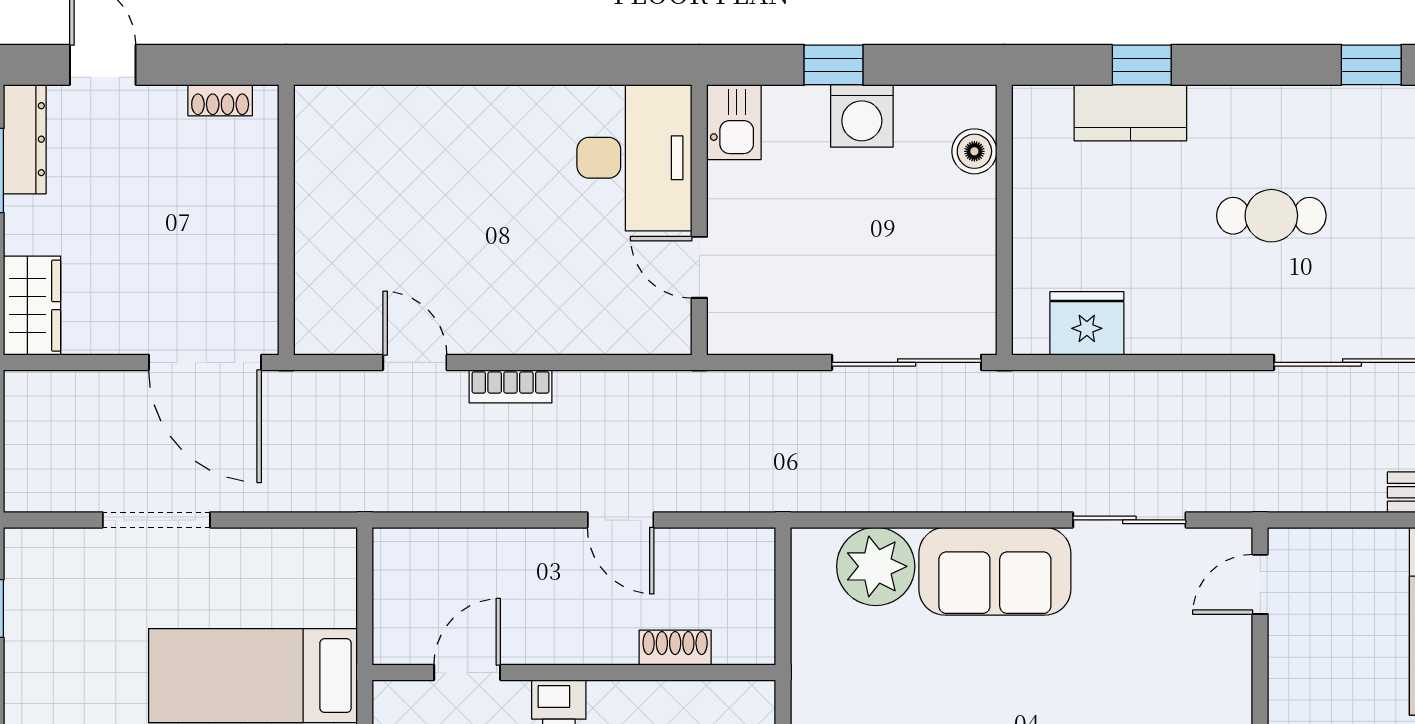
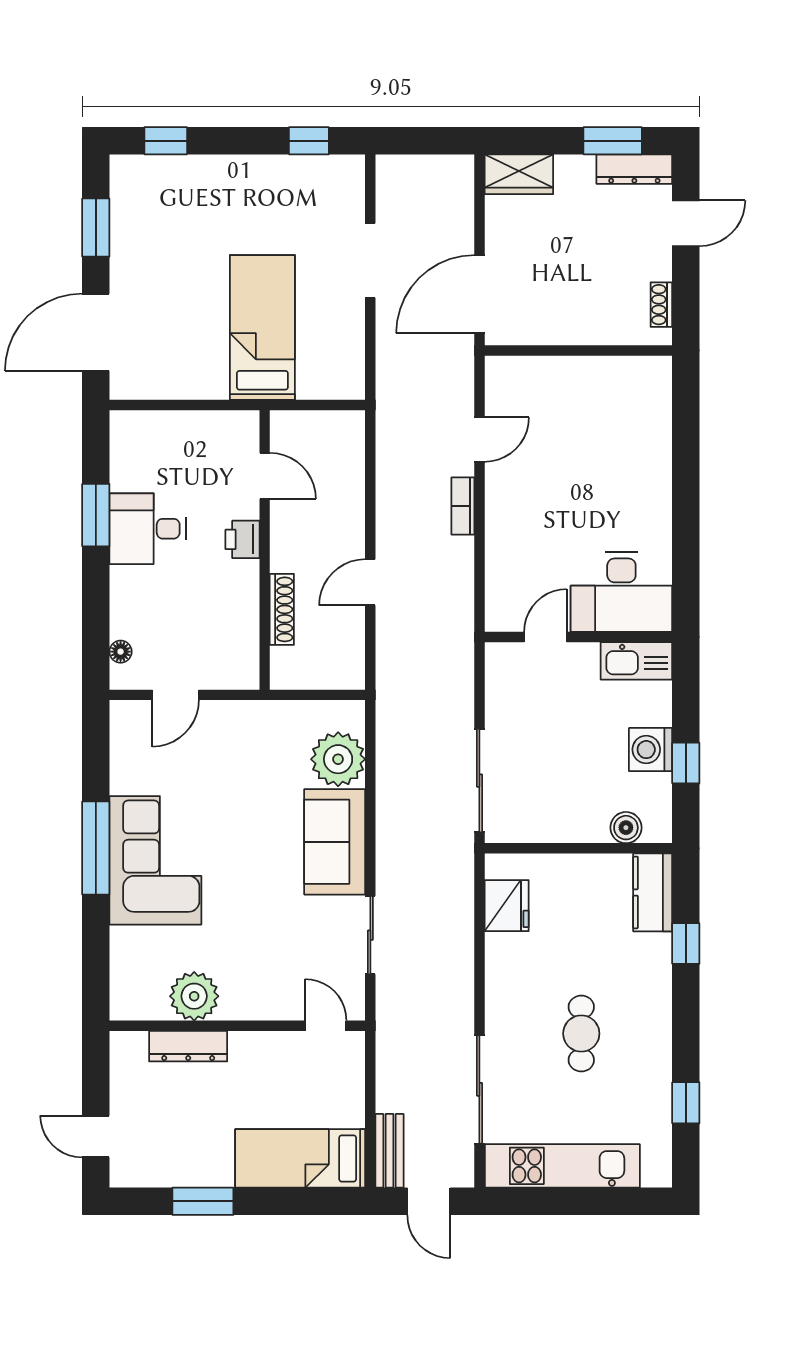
window: (834, 65) -> (686, 763), moved
kitchen counter: (1130, 113) -> (653, 892), moved
kitchen sink: (734, 122) -> (636, 661), width x1.38
shoe rack: (675, 648) -> (282, 609), width x1.43

